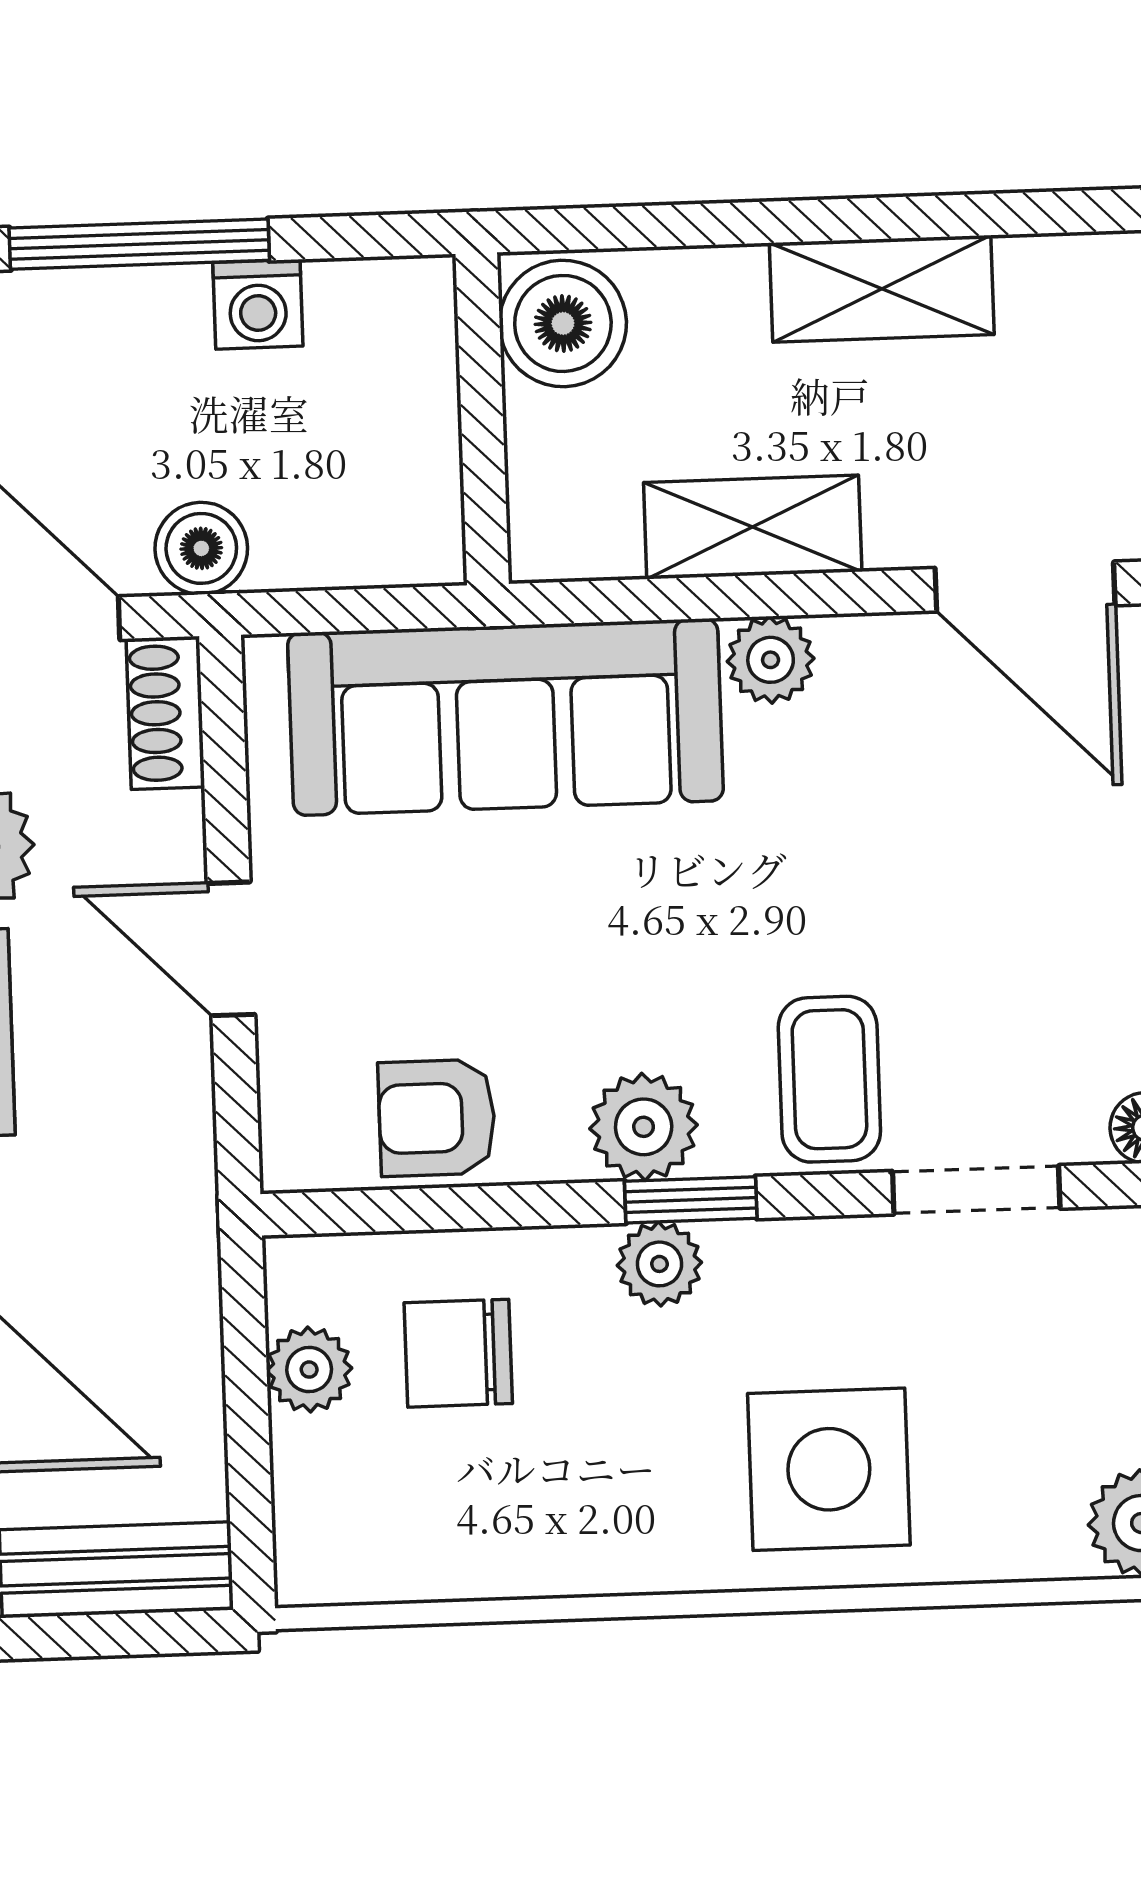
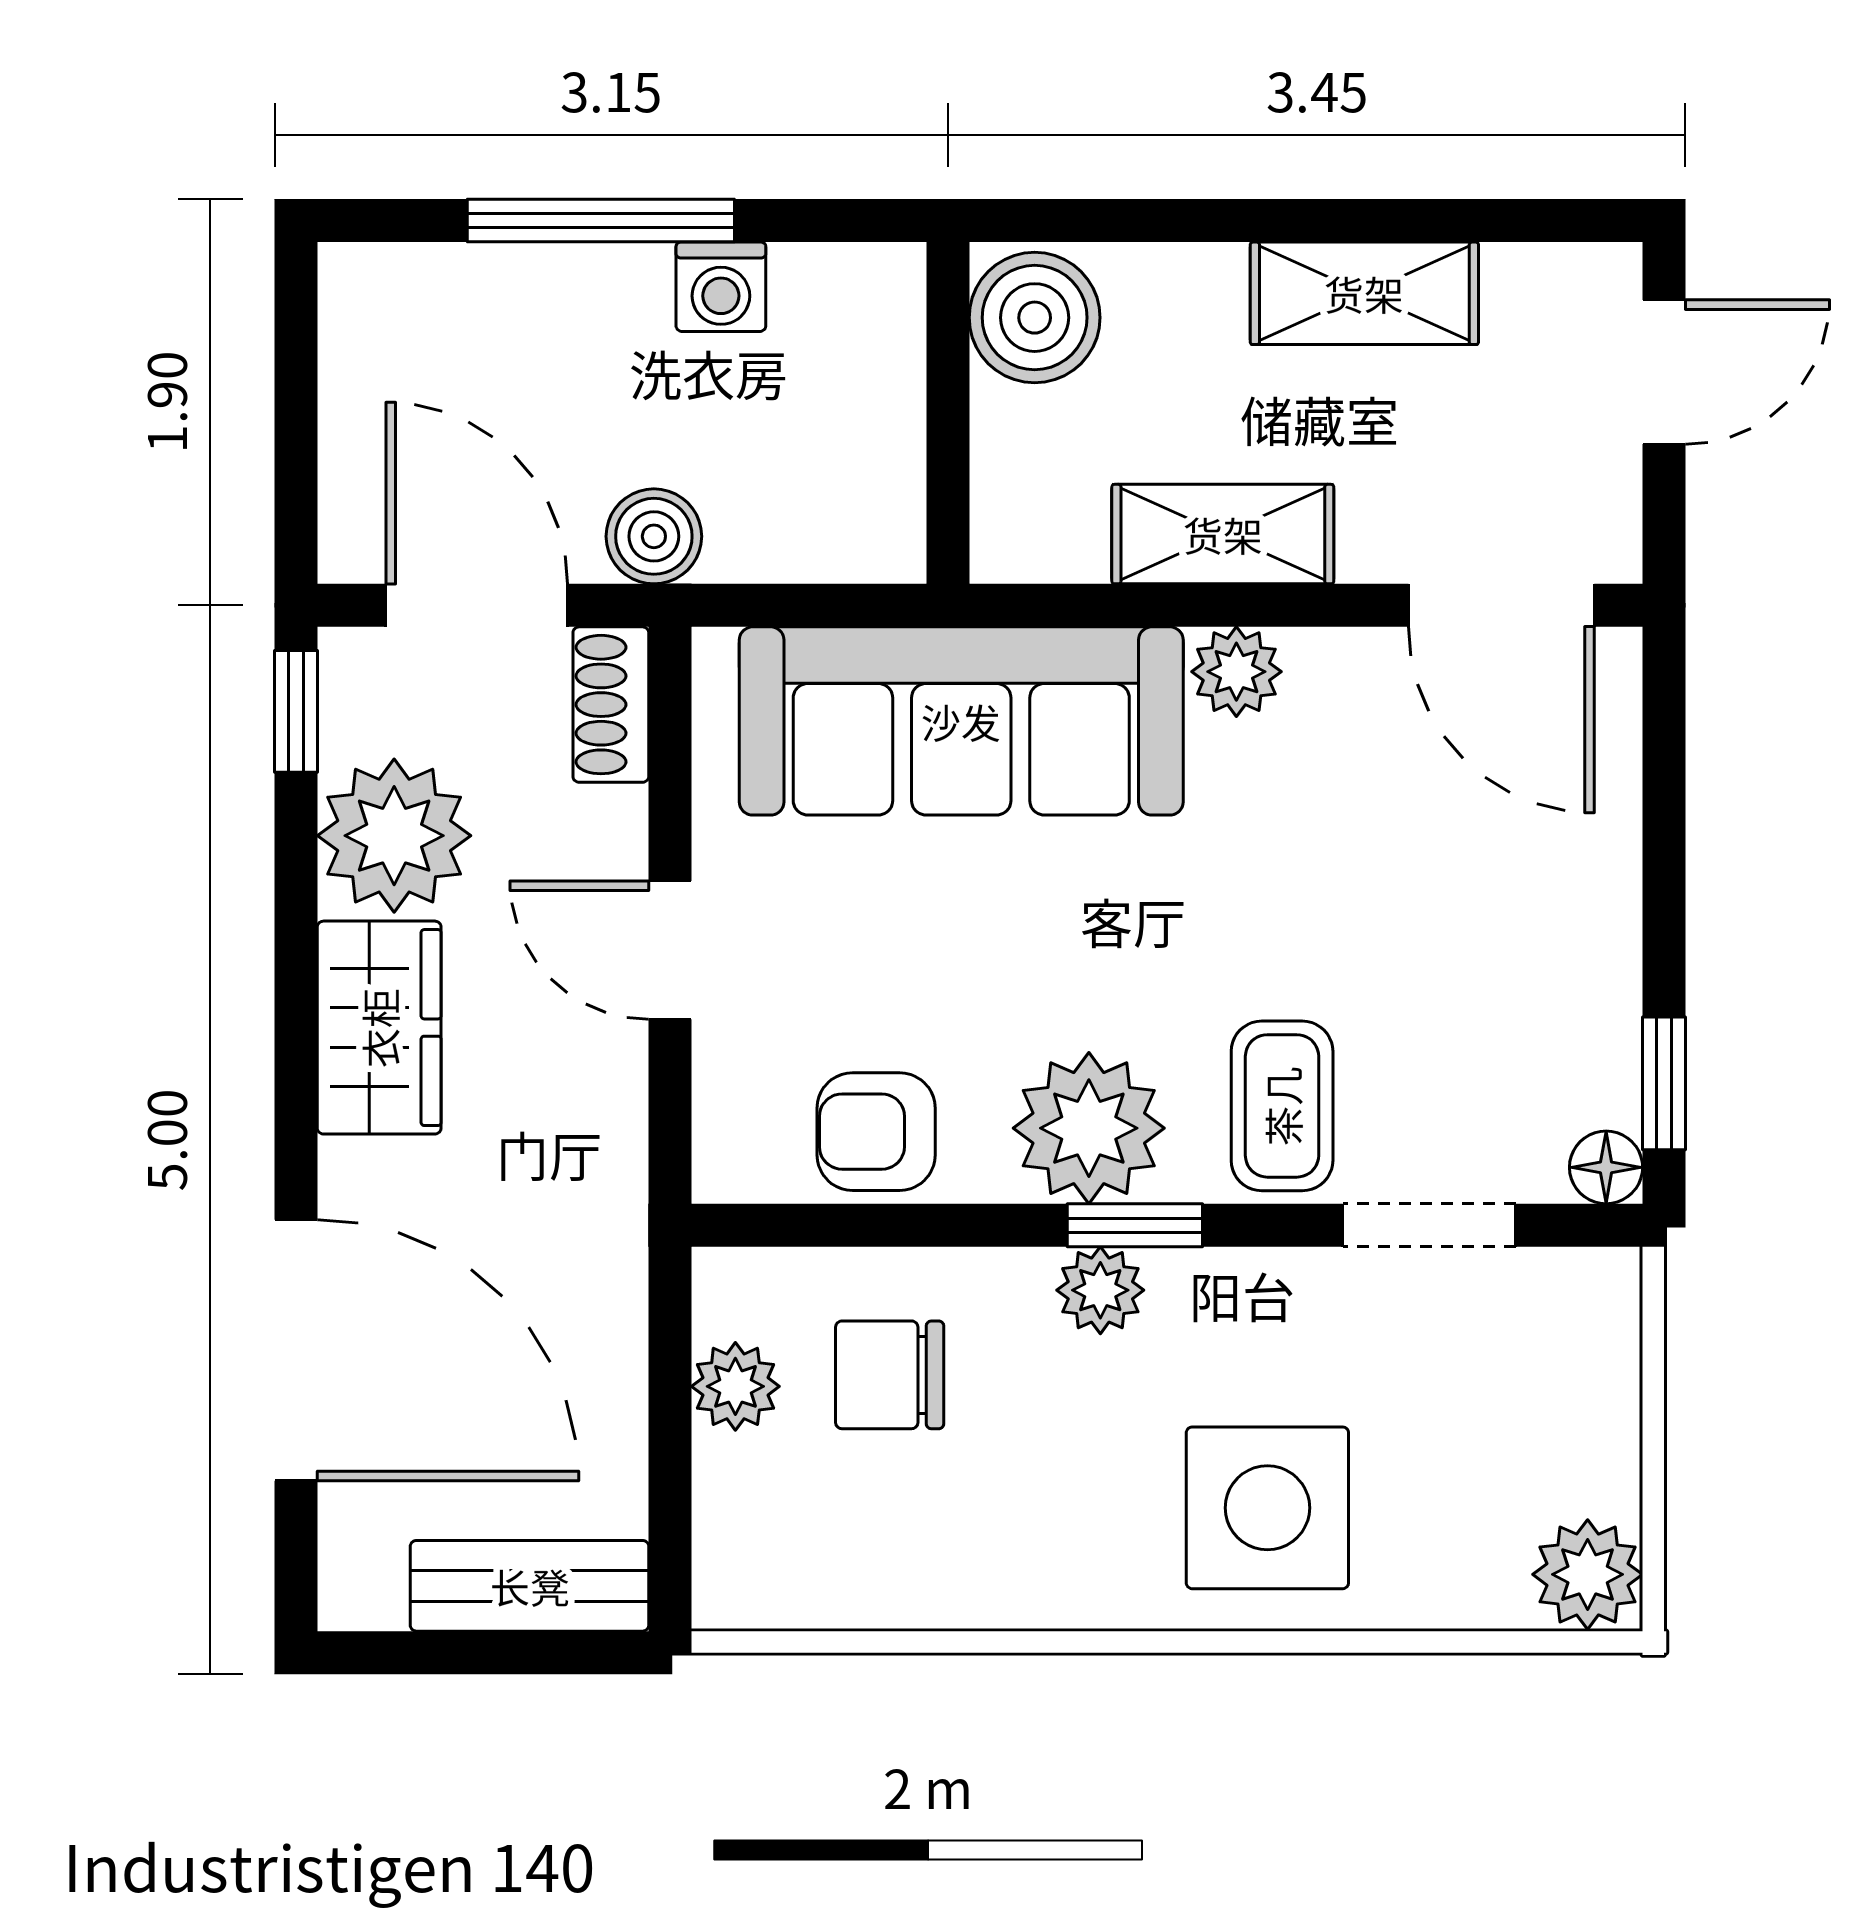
plant: (644, 1127) -> (1089, 1128), width x1.36, depth x1.36

